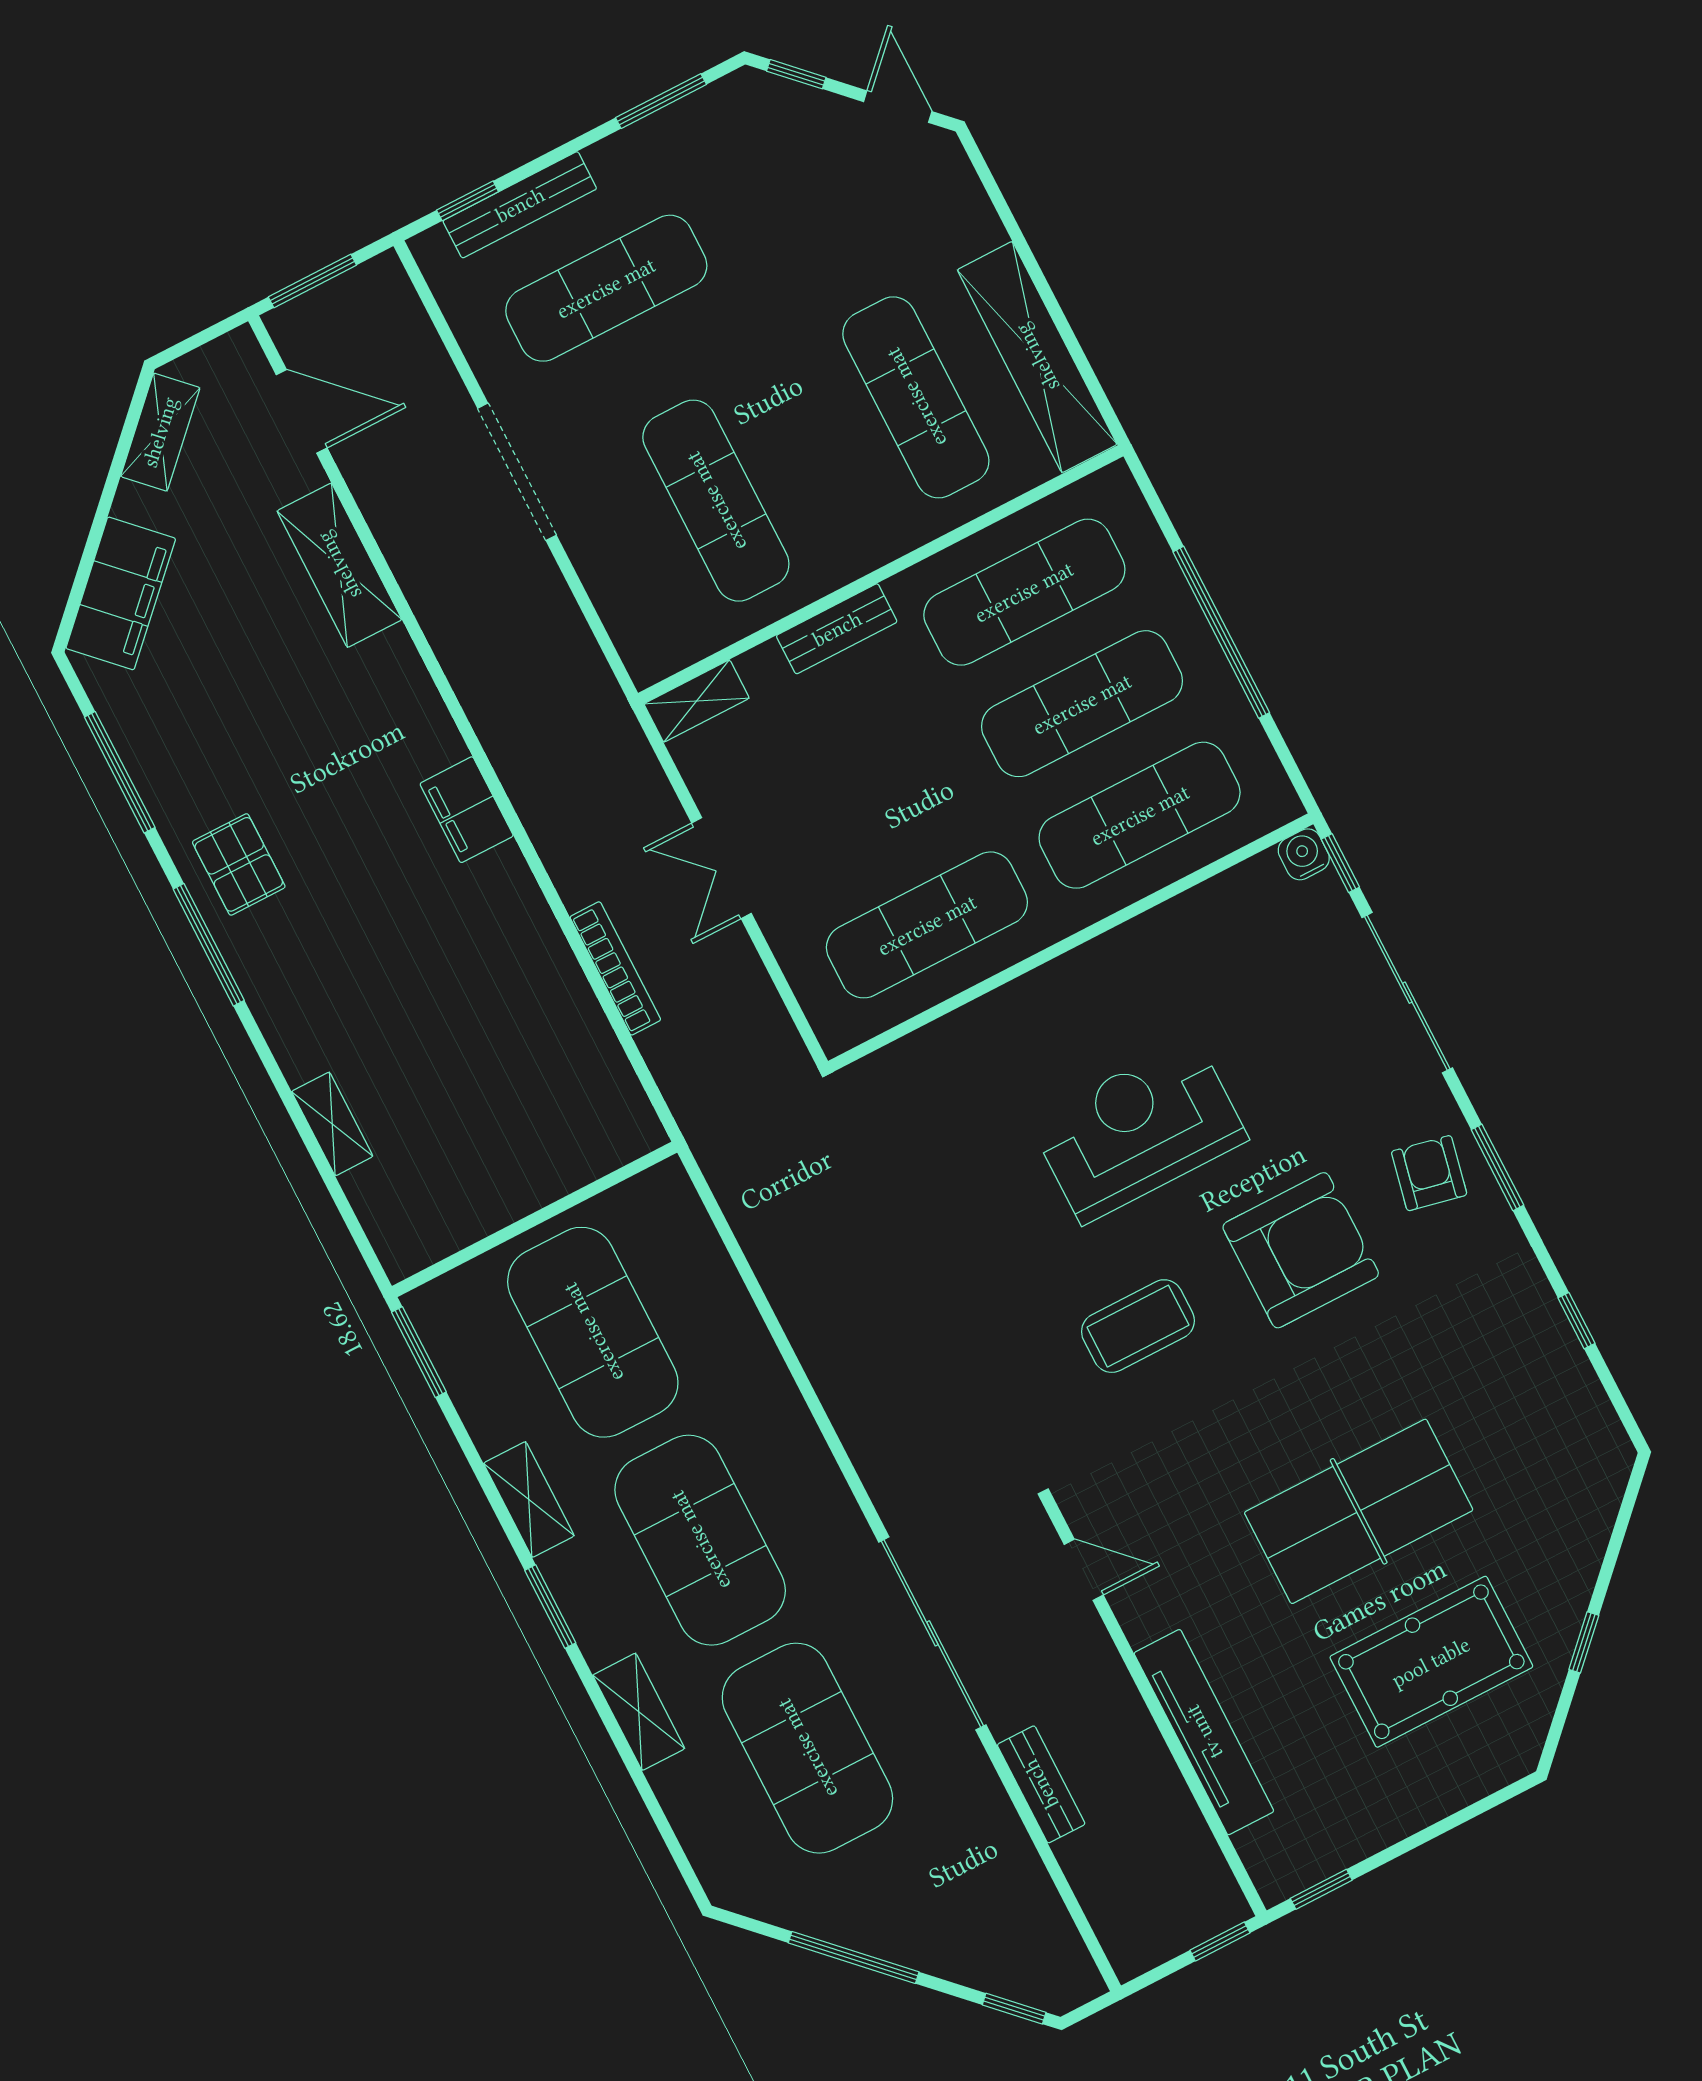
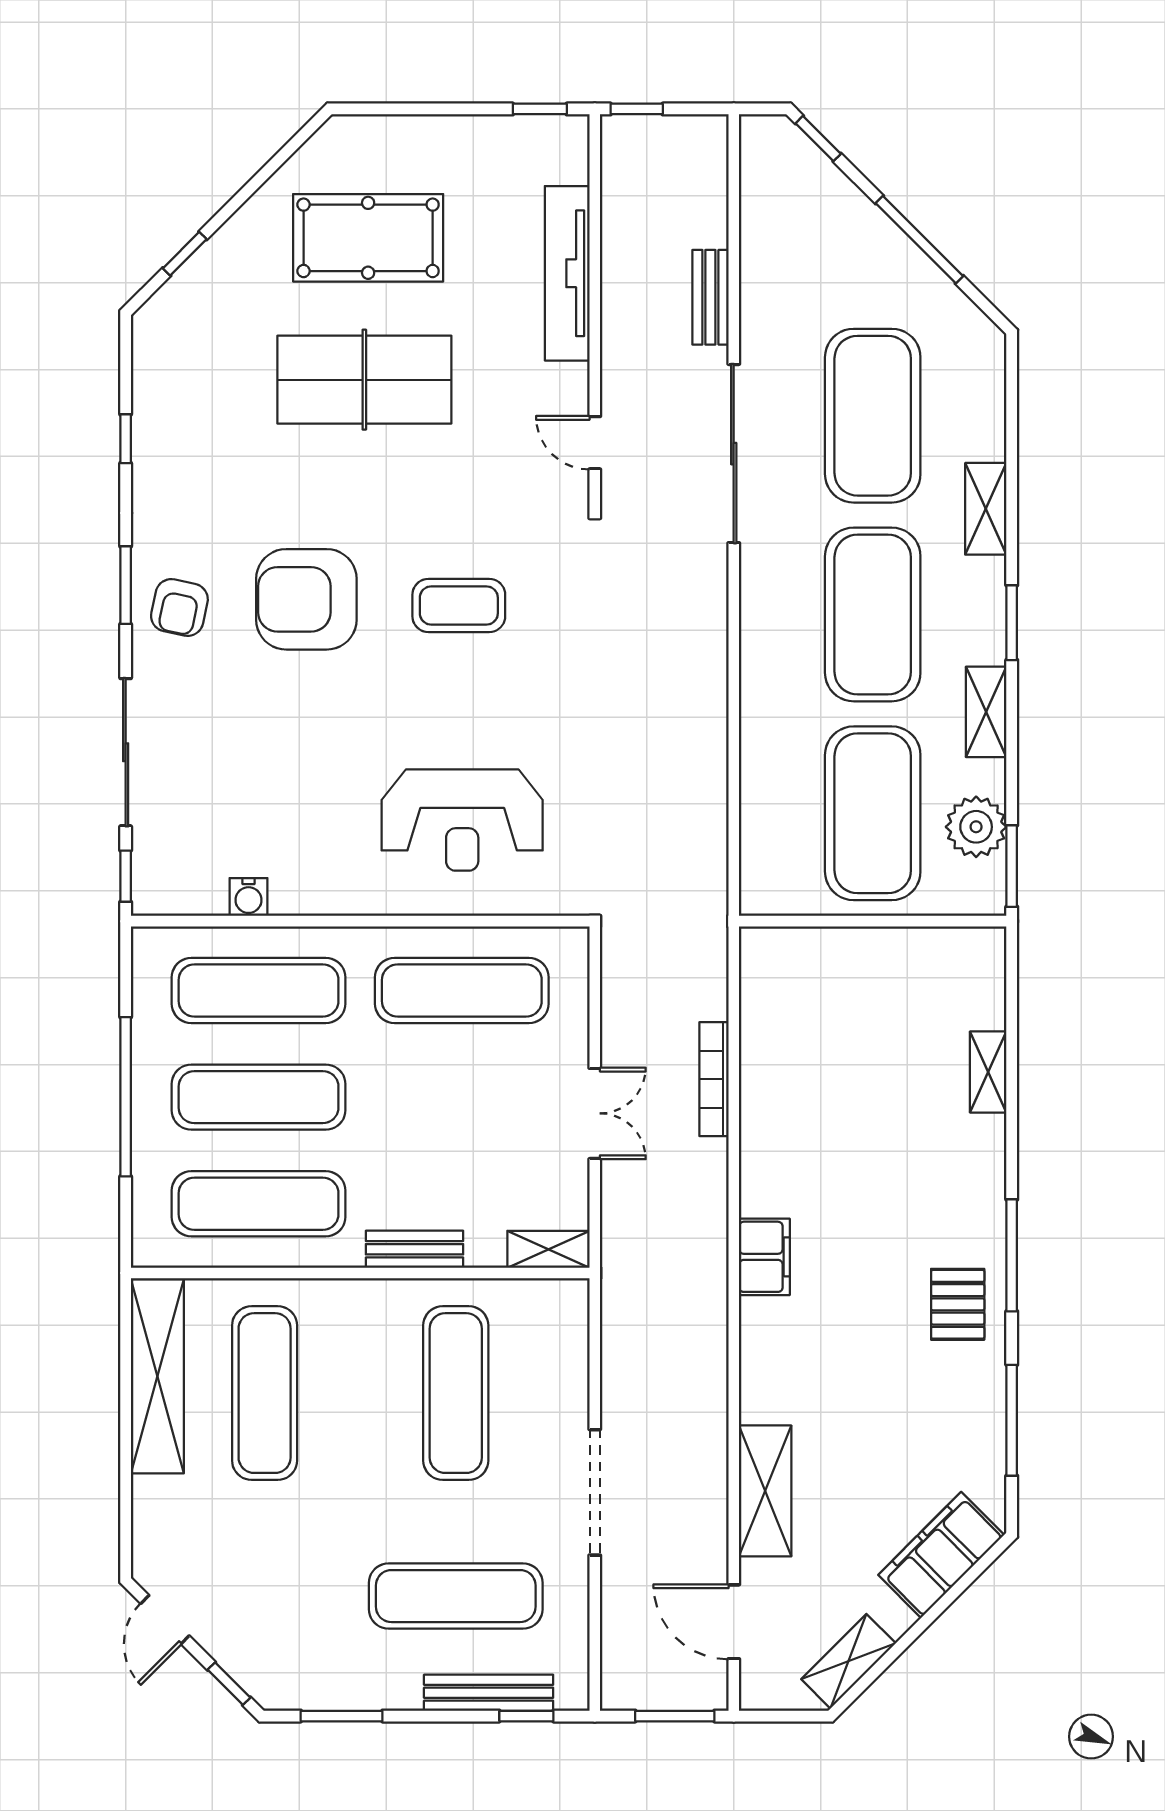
water cooler: (1304, 854) -> (248, 897), moved
reception desk: (1139, 1130) -> (462, 820), moved
plant: (477, 1374) -> (976, 827), added
window: (1584, 1642) -> (185, 254), moved

